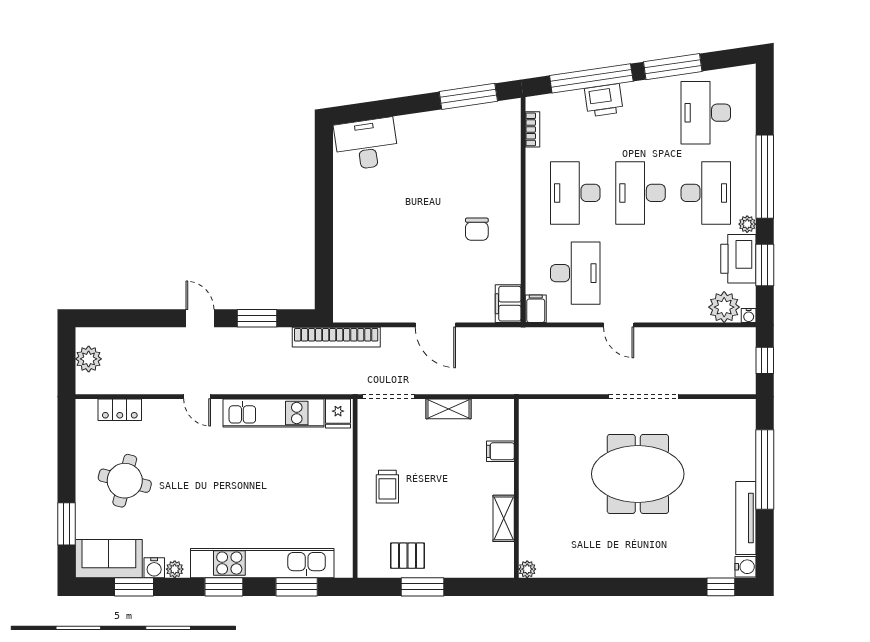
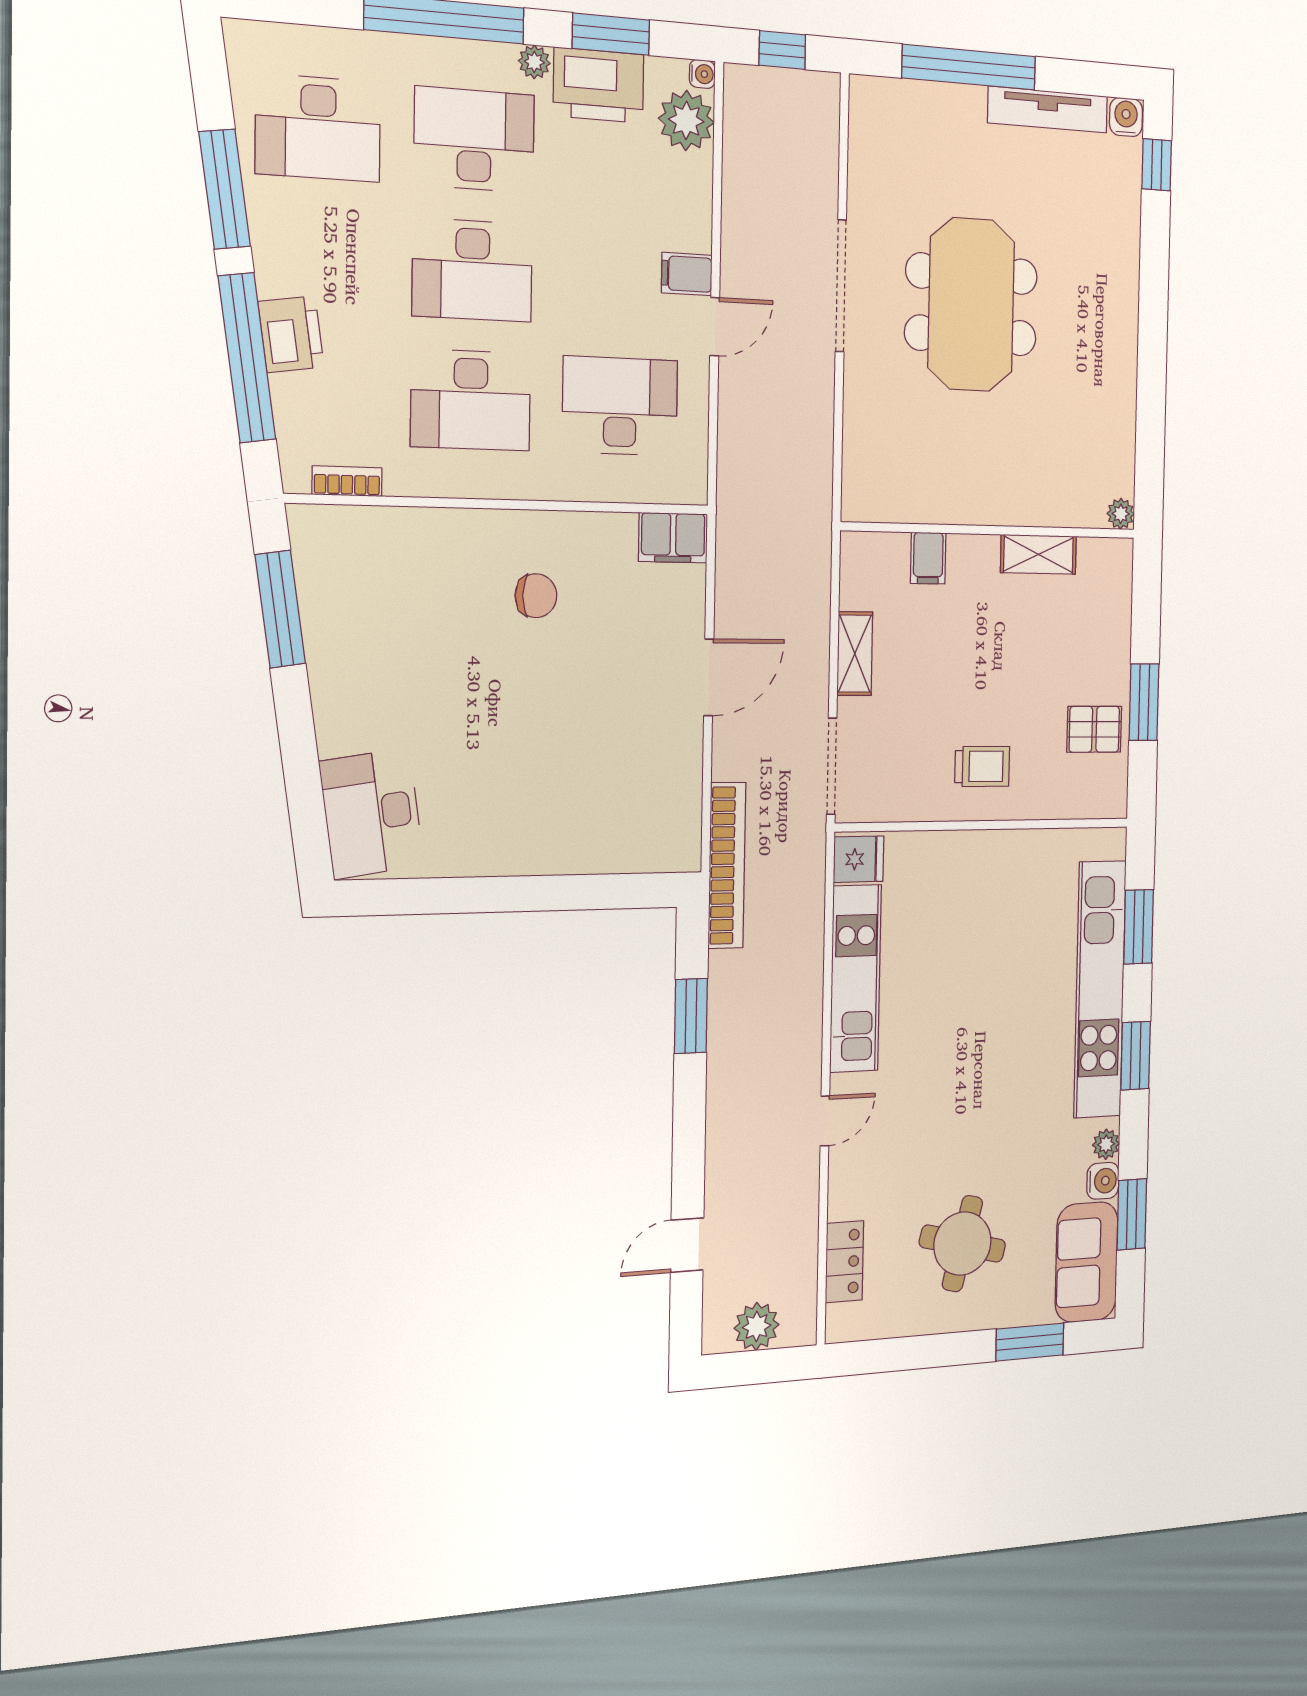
filing cabinet: (536, 309) -> (687, 274), moved
door: (200, 318) -> (687, 1245), moved
pallet: (408, 556) -> (1094, 729), turned 90

